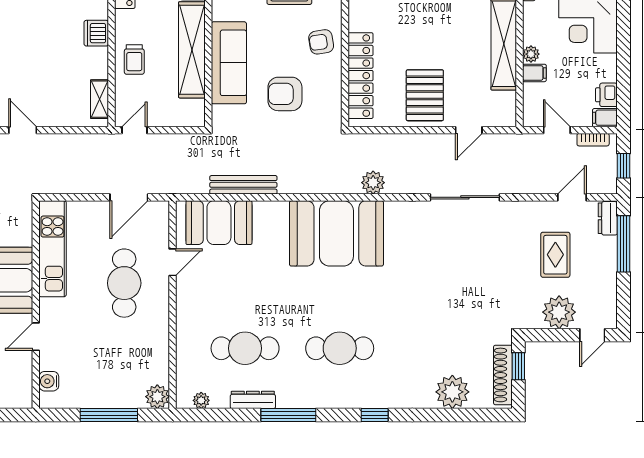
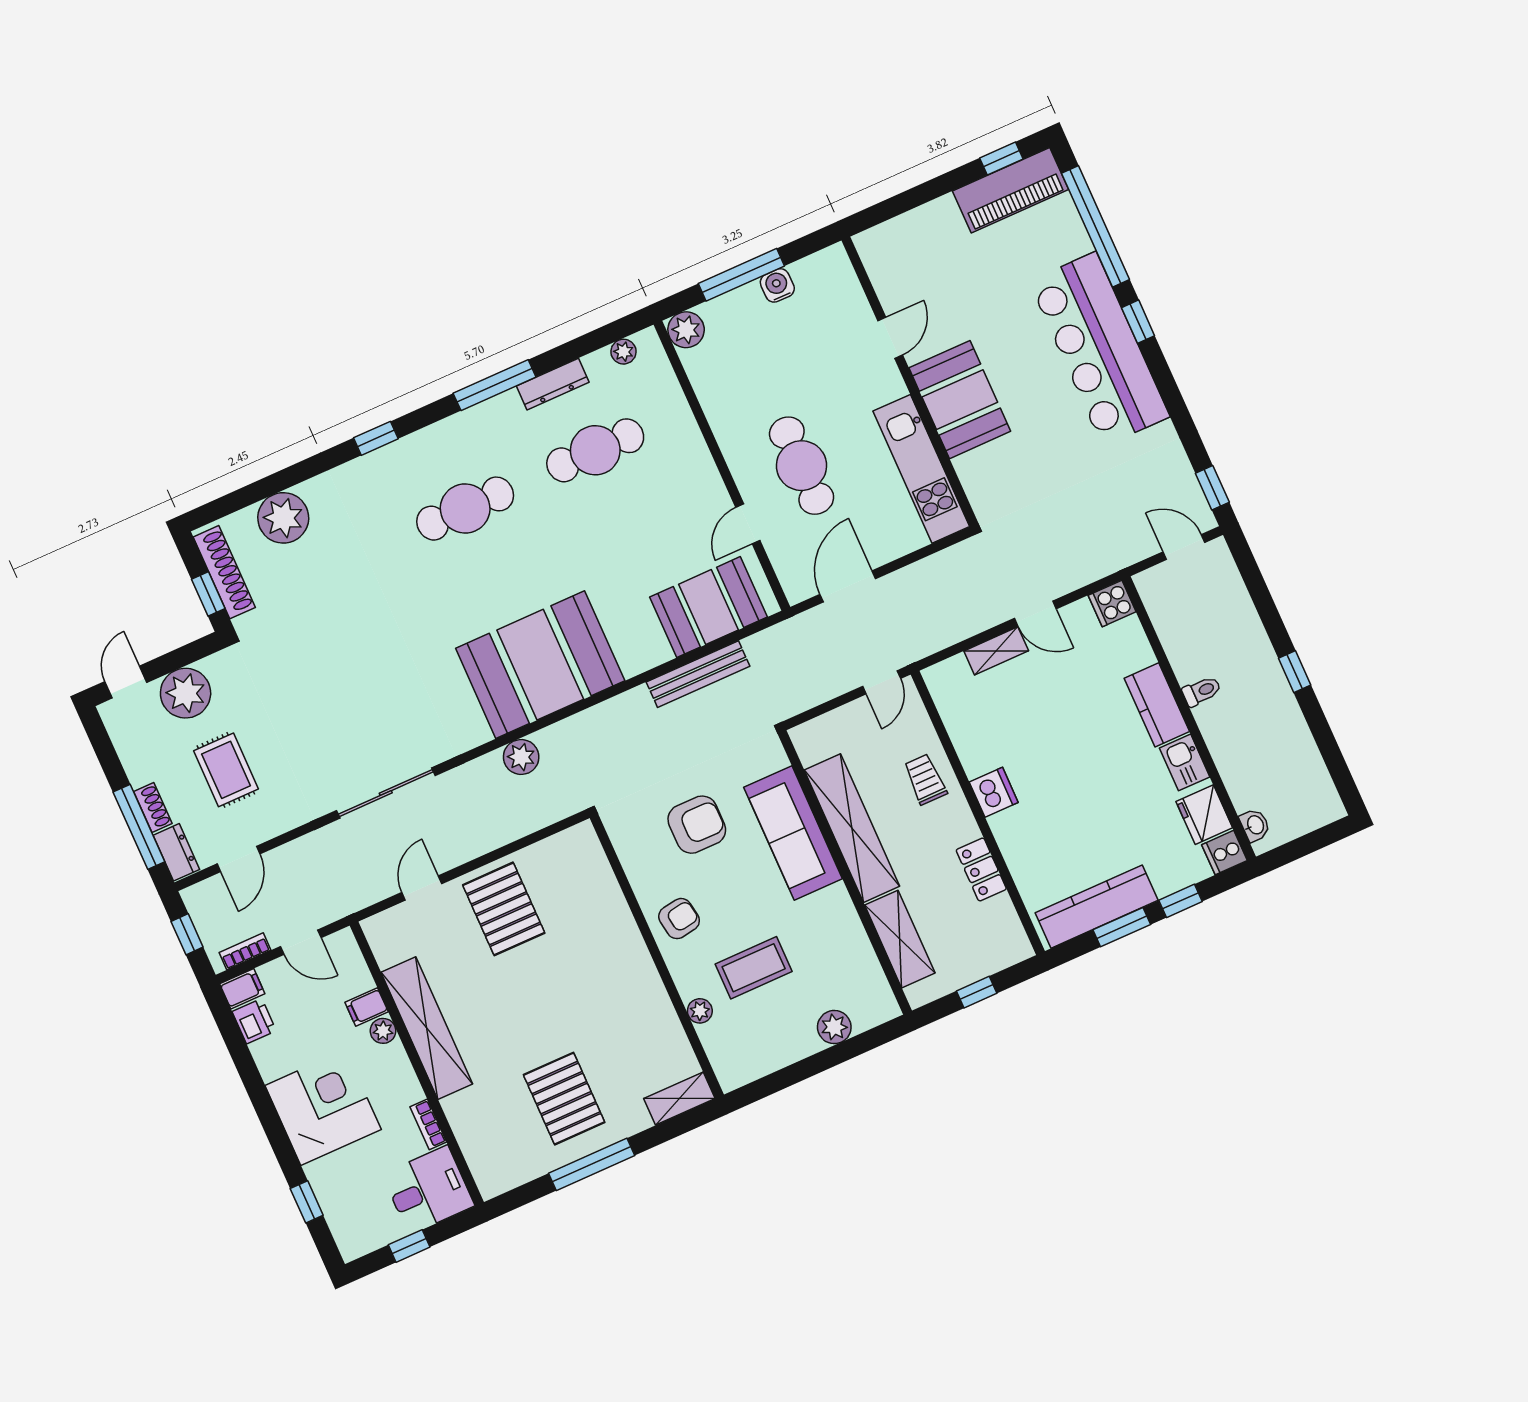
locker: (361, 76) -> (604, 896), removed
shelving: (100, 99) -> (996, 651), moved, turned 90
shoe rack: (610, 252) -> (153, 808), added
water cooler: (49, 381) -> (777, 285), moved, turned -90

